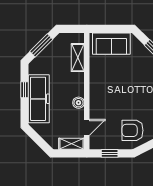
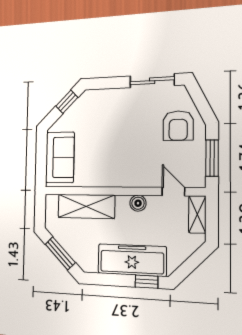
shelving: (78, 58) -> (86, 206), width x1.50, depth x1.33
window: (25, 90) -> (146, 282), moved
window: (110, 153) -> (212, 158), width x1.50

